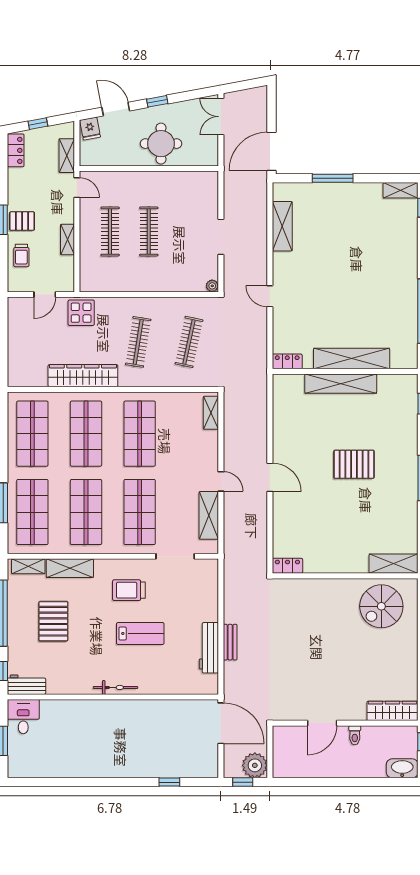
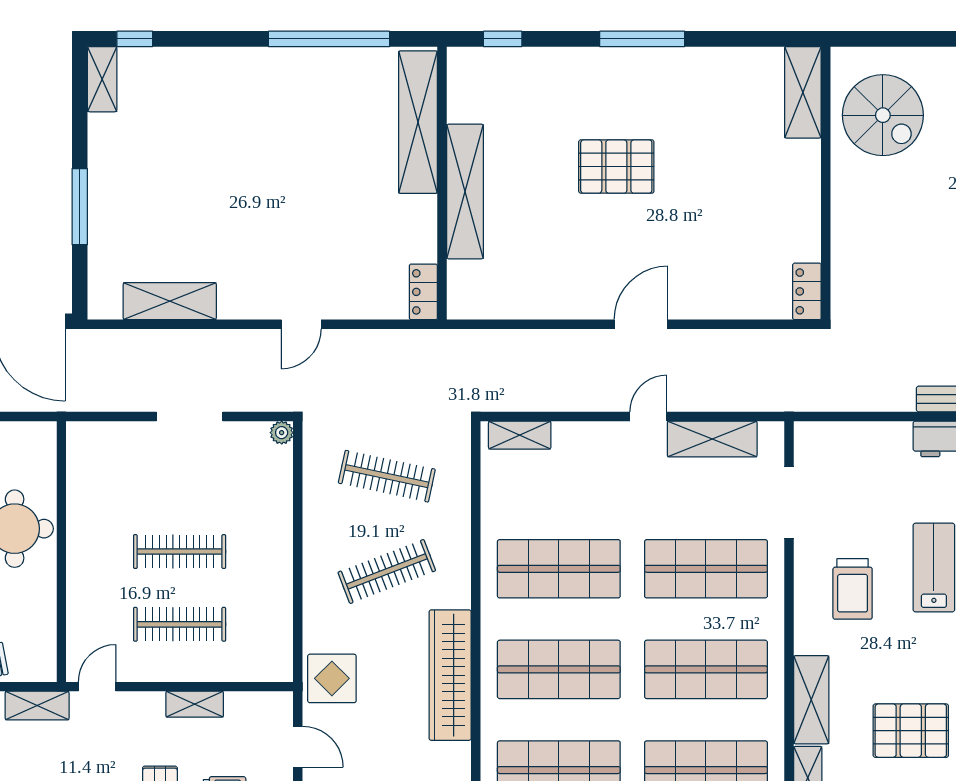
clothes rail: (138, 342) -> (387, 571), turned -30
shelving: (352, 359) -> (418, 122), moved
pallet: (354, 464) -> (616, 167), turned 90

